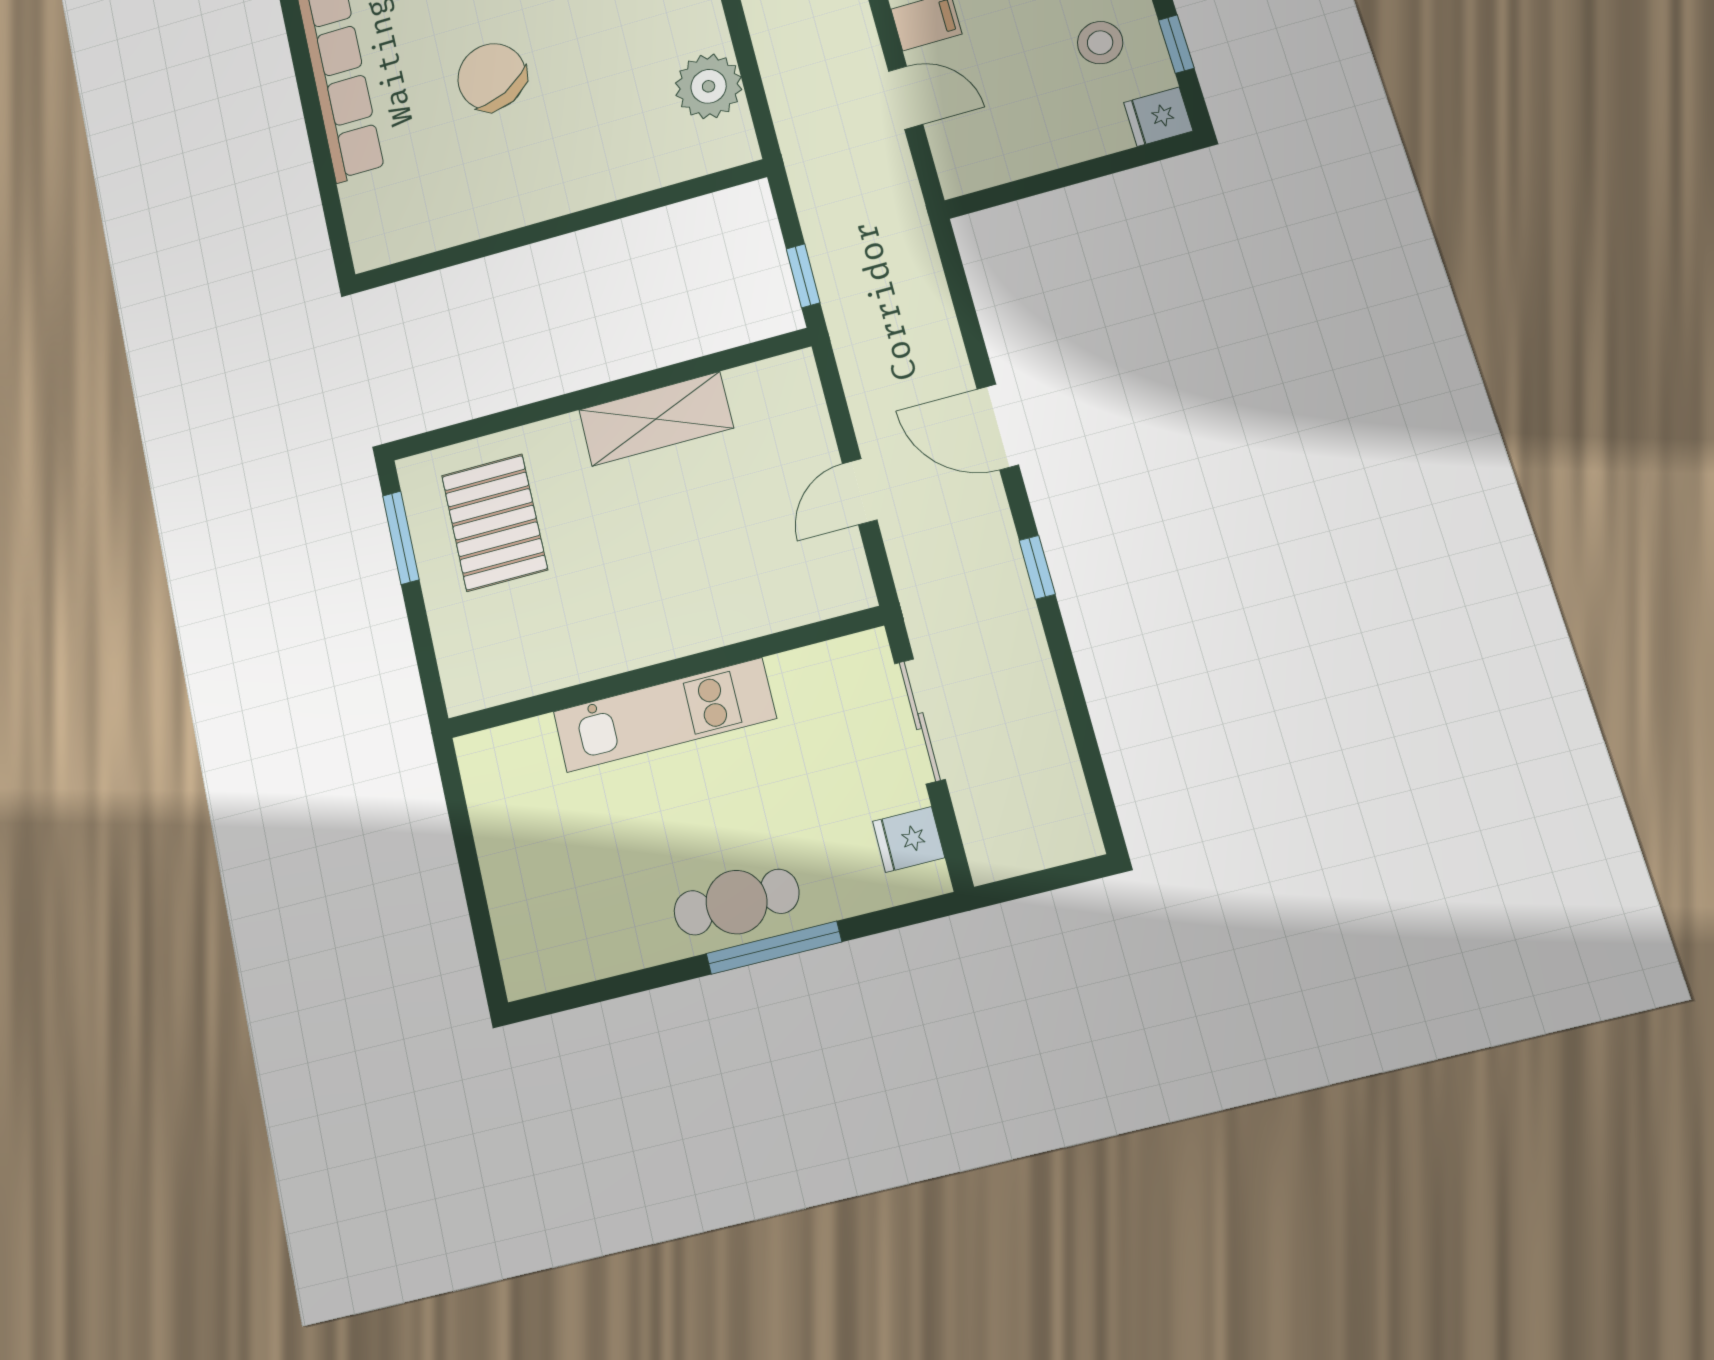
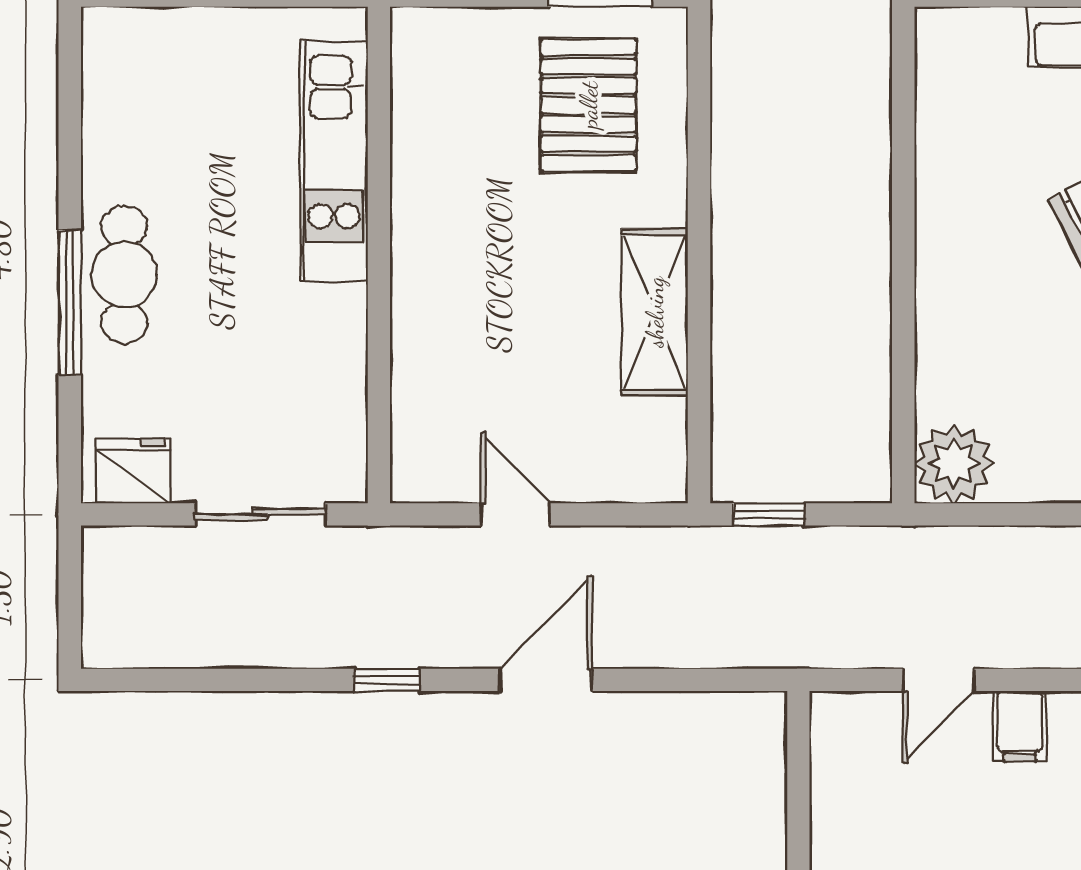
plant: (709, 86) -> (954, 464), moved
pallet: (494, 523) -> (589, 105), turned 90
kitchen unit: (664, 715) -> (334, 161), moved
fridge: (909, 839) -> (133, 471), width x1.38

